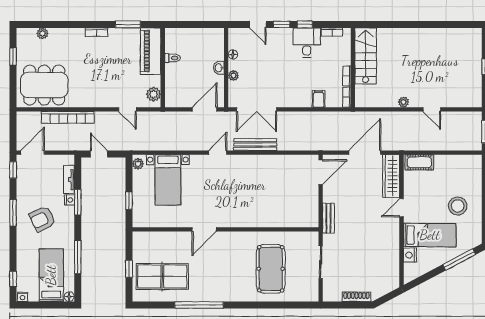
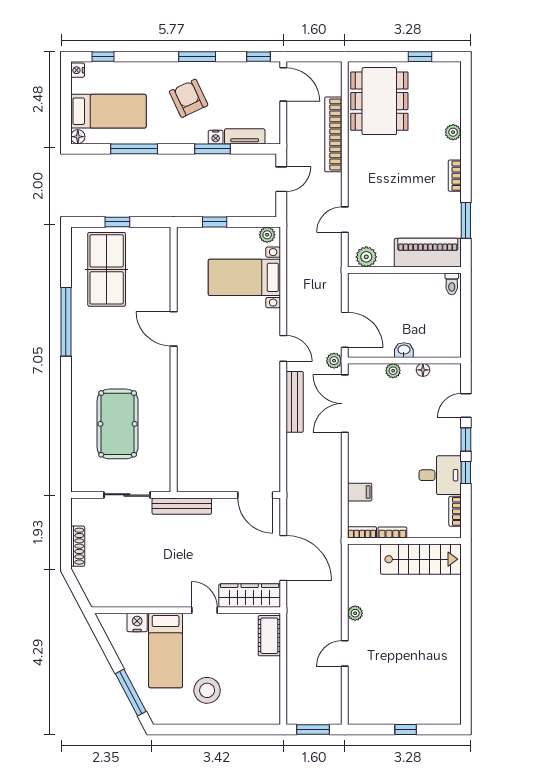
plant: (42, 33) -> (453, 132), moved
toilet: (172, 58) -> (452, 284), moved
plant: (226, 117) -> (334, 361), added
bench: (328, 218) -> (182, 506), width x1.36
pool table: (271, 269) -> (118, 424), turned 90

